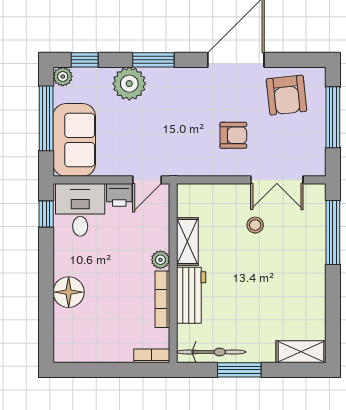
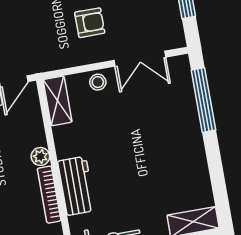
stool: (255, 225) -> (98, 82), moved
shelving: (187, 242) -> (58, 101), moved

